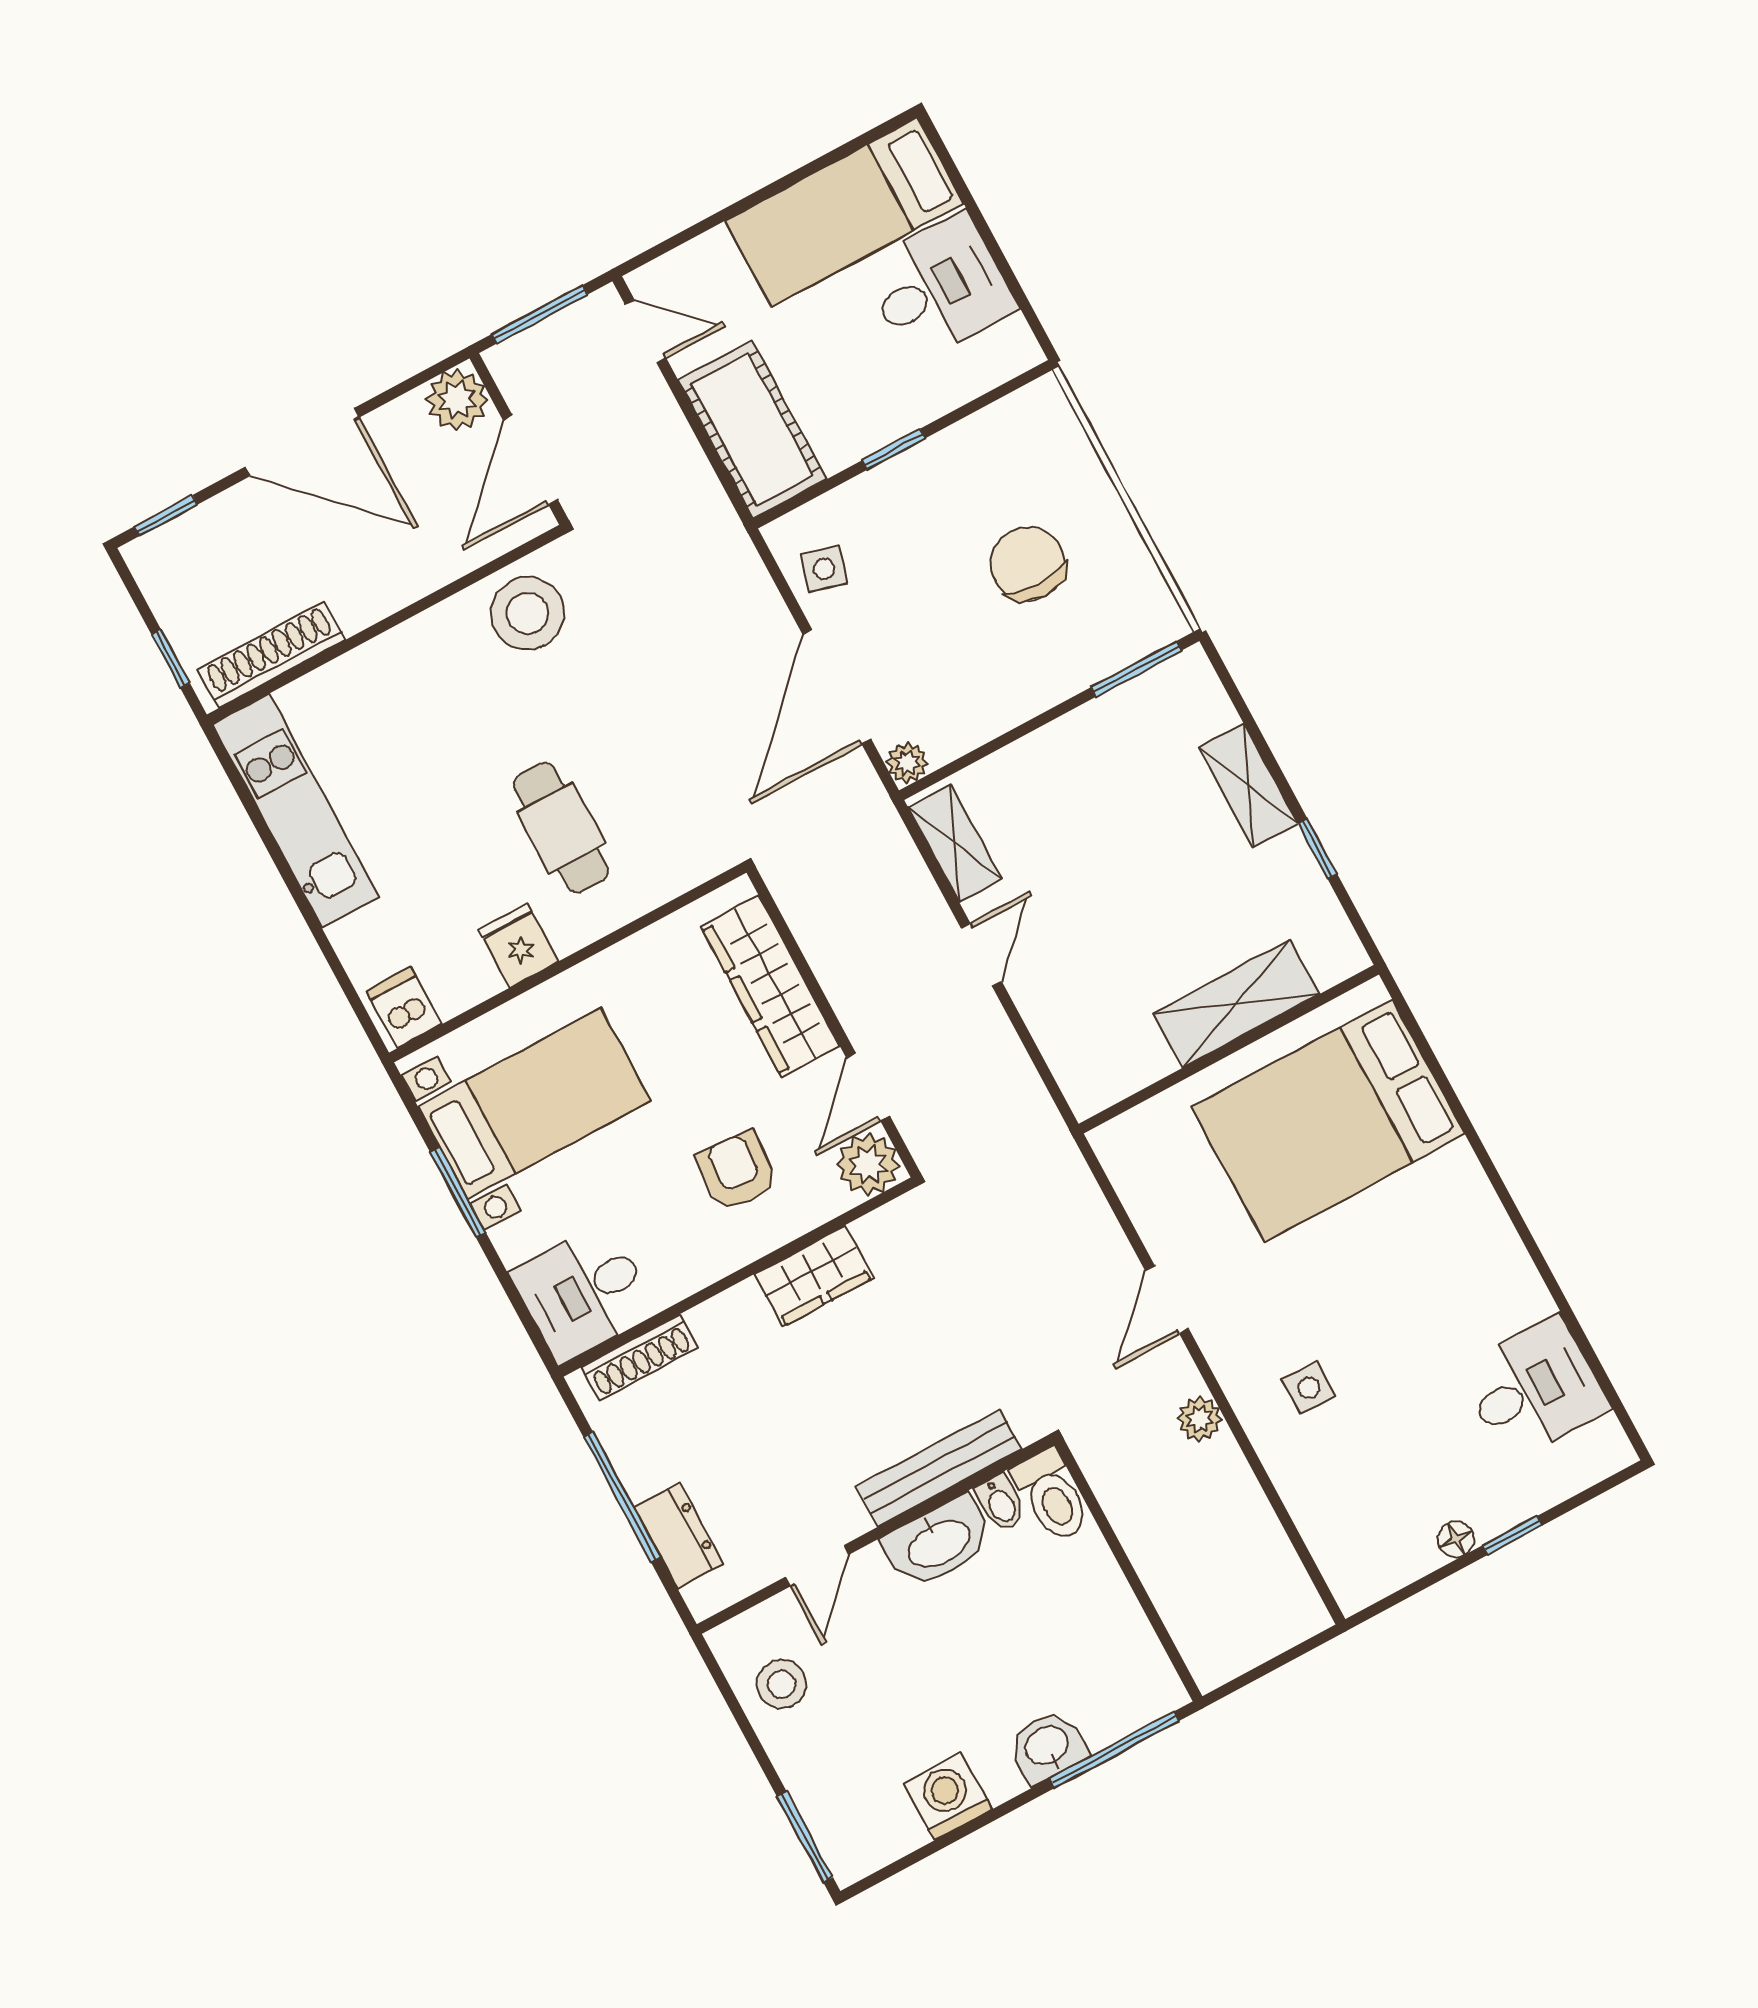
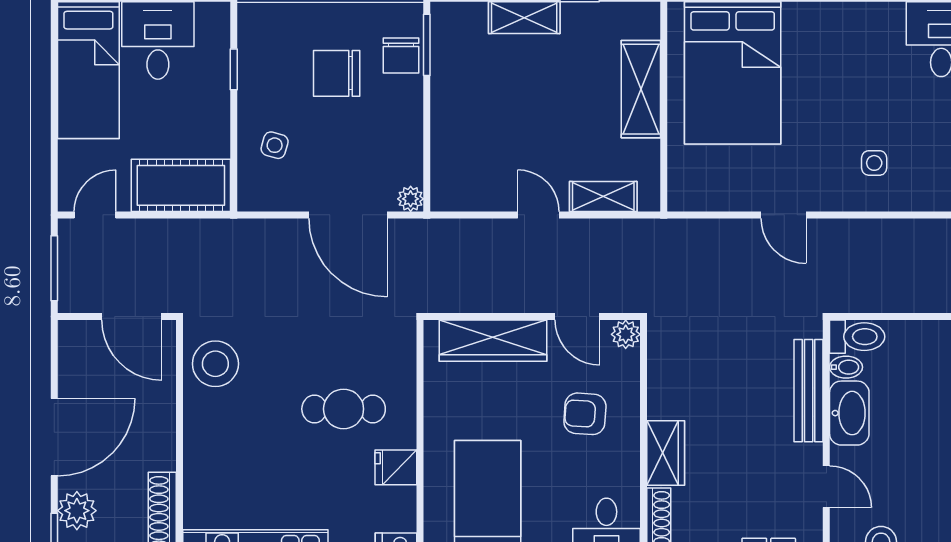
plant: (457, 400) -> (77, 511), moved
window: (894, 449) -> (234, 69), moved
side table: (824, 569) -> (275, 145), moved
chair: (1102, 641) -> (401, 55), added
shelving: (955, 843) -> (603, 196), moved
plant: (868, 1165) -> (626, 334), width x0.73, depth x0.73
wardrobe: (814, 1276) -> (666, 453), moved
plant: (1200, 1419) -> (859, 232), removed

